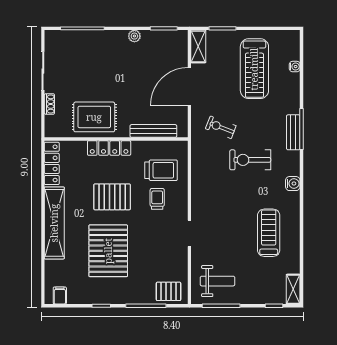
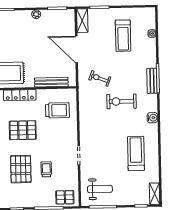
treadmill: (254, 69) -> (123, 36), width x0.73, depth x0.73
door: (189, 86) -> (76, 49), hinge flipped
trolley: (157, 199) -> (46, 169), moved
pallet: (108, 251) -> (21, 169), width x0.73, depth x0.71

